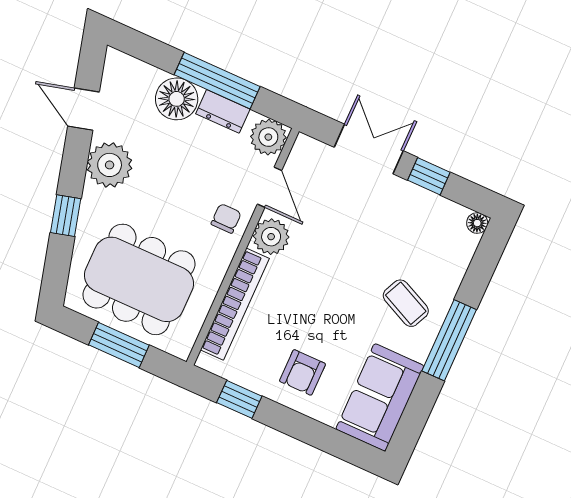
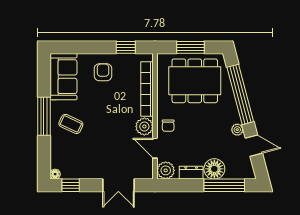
window: (217, 81) -> (224, 185), moved
plant: (110, 165) -> (237, 130), width x0.53, depth x0.53
window: (429, 176) -> (71, 185), moved
window: (66, 216) -> (240, 94), width x3.17

